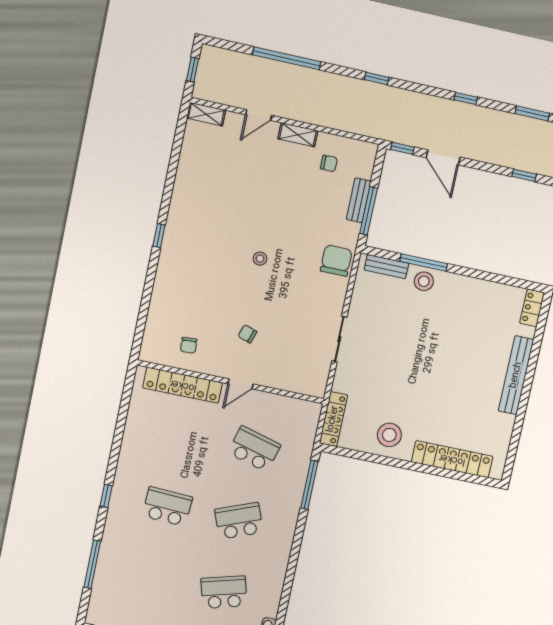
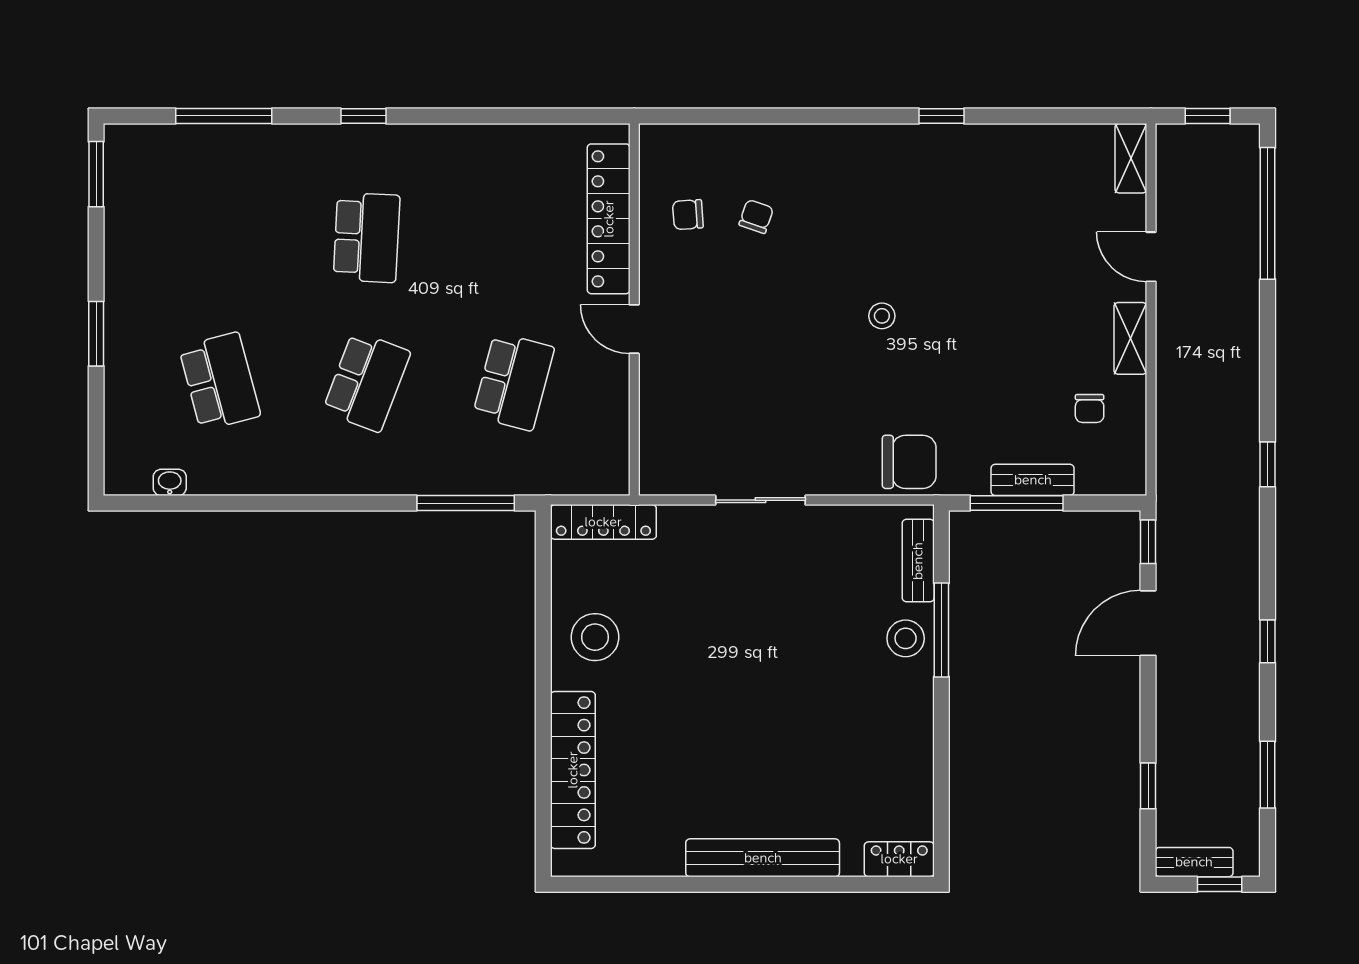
window: (287, 58) -> (1268, 213), moved
window: (159, 236) -> (942, 116), moved
chair: (247, 334) -> (756, 216), moved
school desk: (239, 521) -> (367, 382), turned 42

